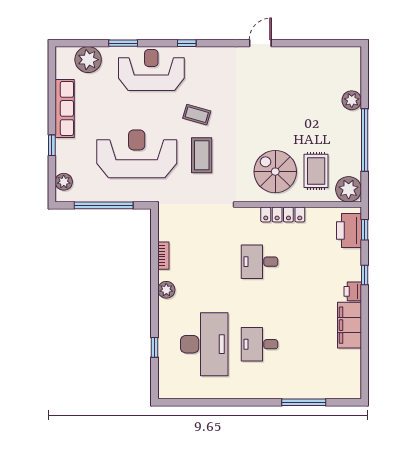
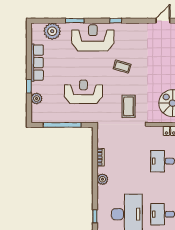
reception desk: (137, 154) -> (83, 92), width x0.74, depth x0.77
coffee table: (202, 155) -> (128, 106), moved
plant: (64, 182) -> (37, 98), moved

